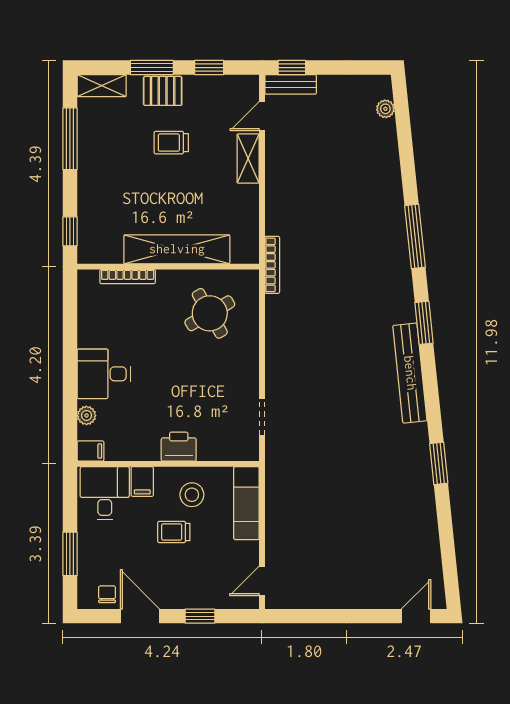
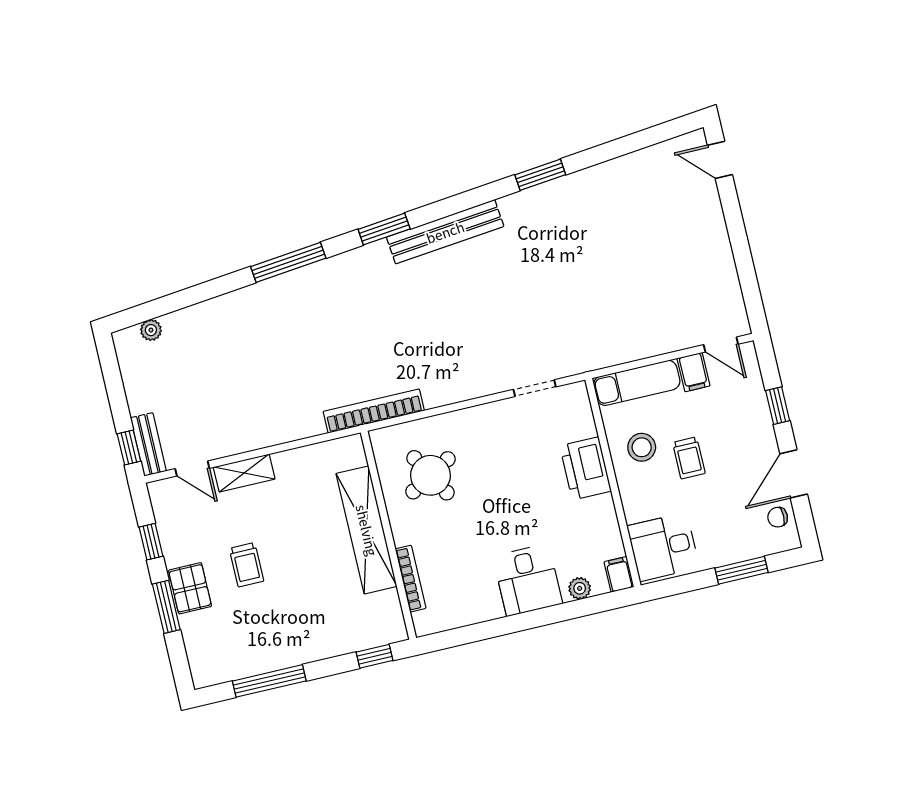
shelving: (102, 86) -> (200, 659), removed
bookcase: (272, 265) -> (374, 411), width x1.48, depth x1.31
printer: (179, 447) -> (586, 468), width x1.37, depth x1.19
filing cabinet: (142, 482) -> (694, 372), moved, turned 90

